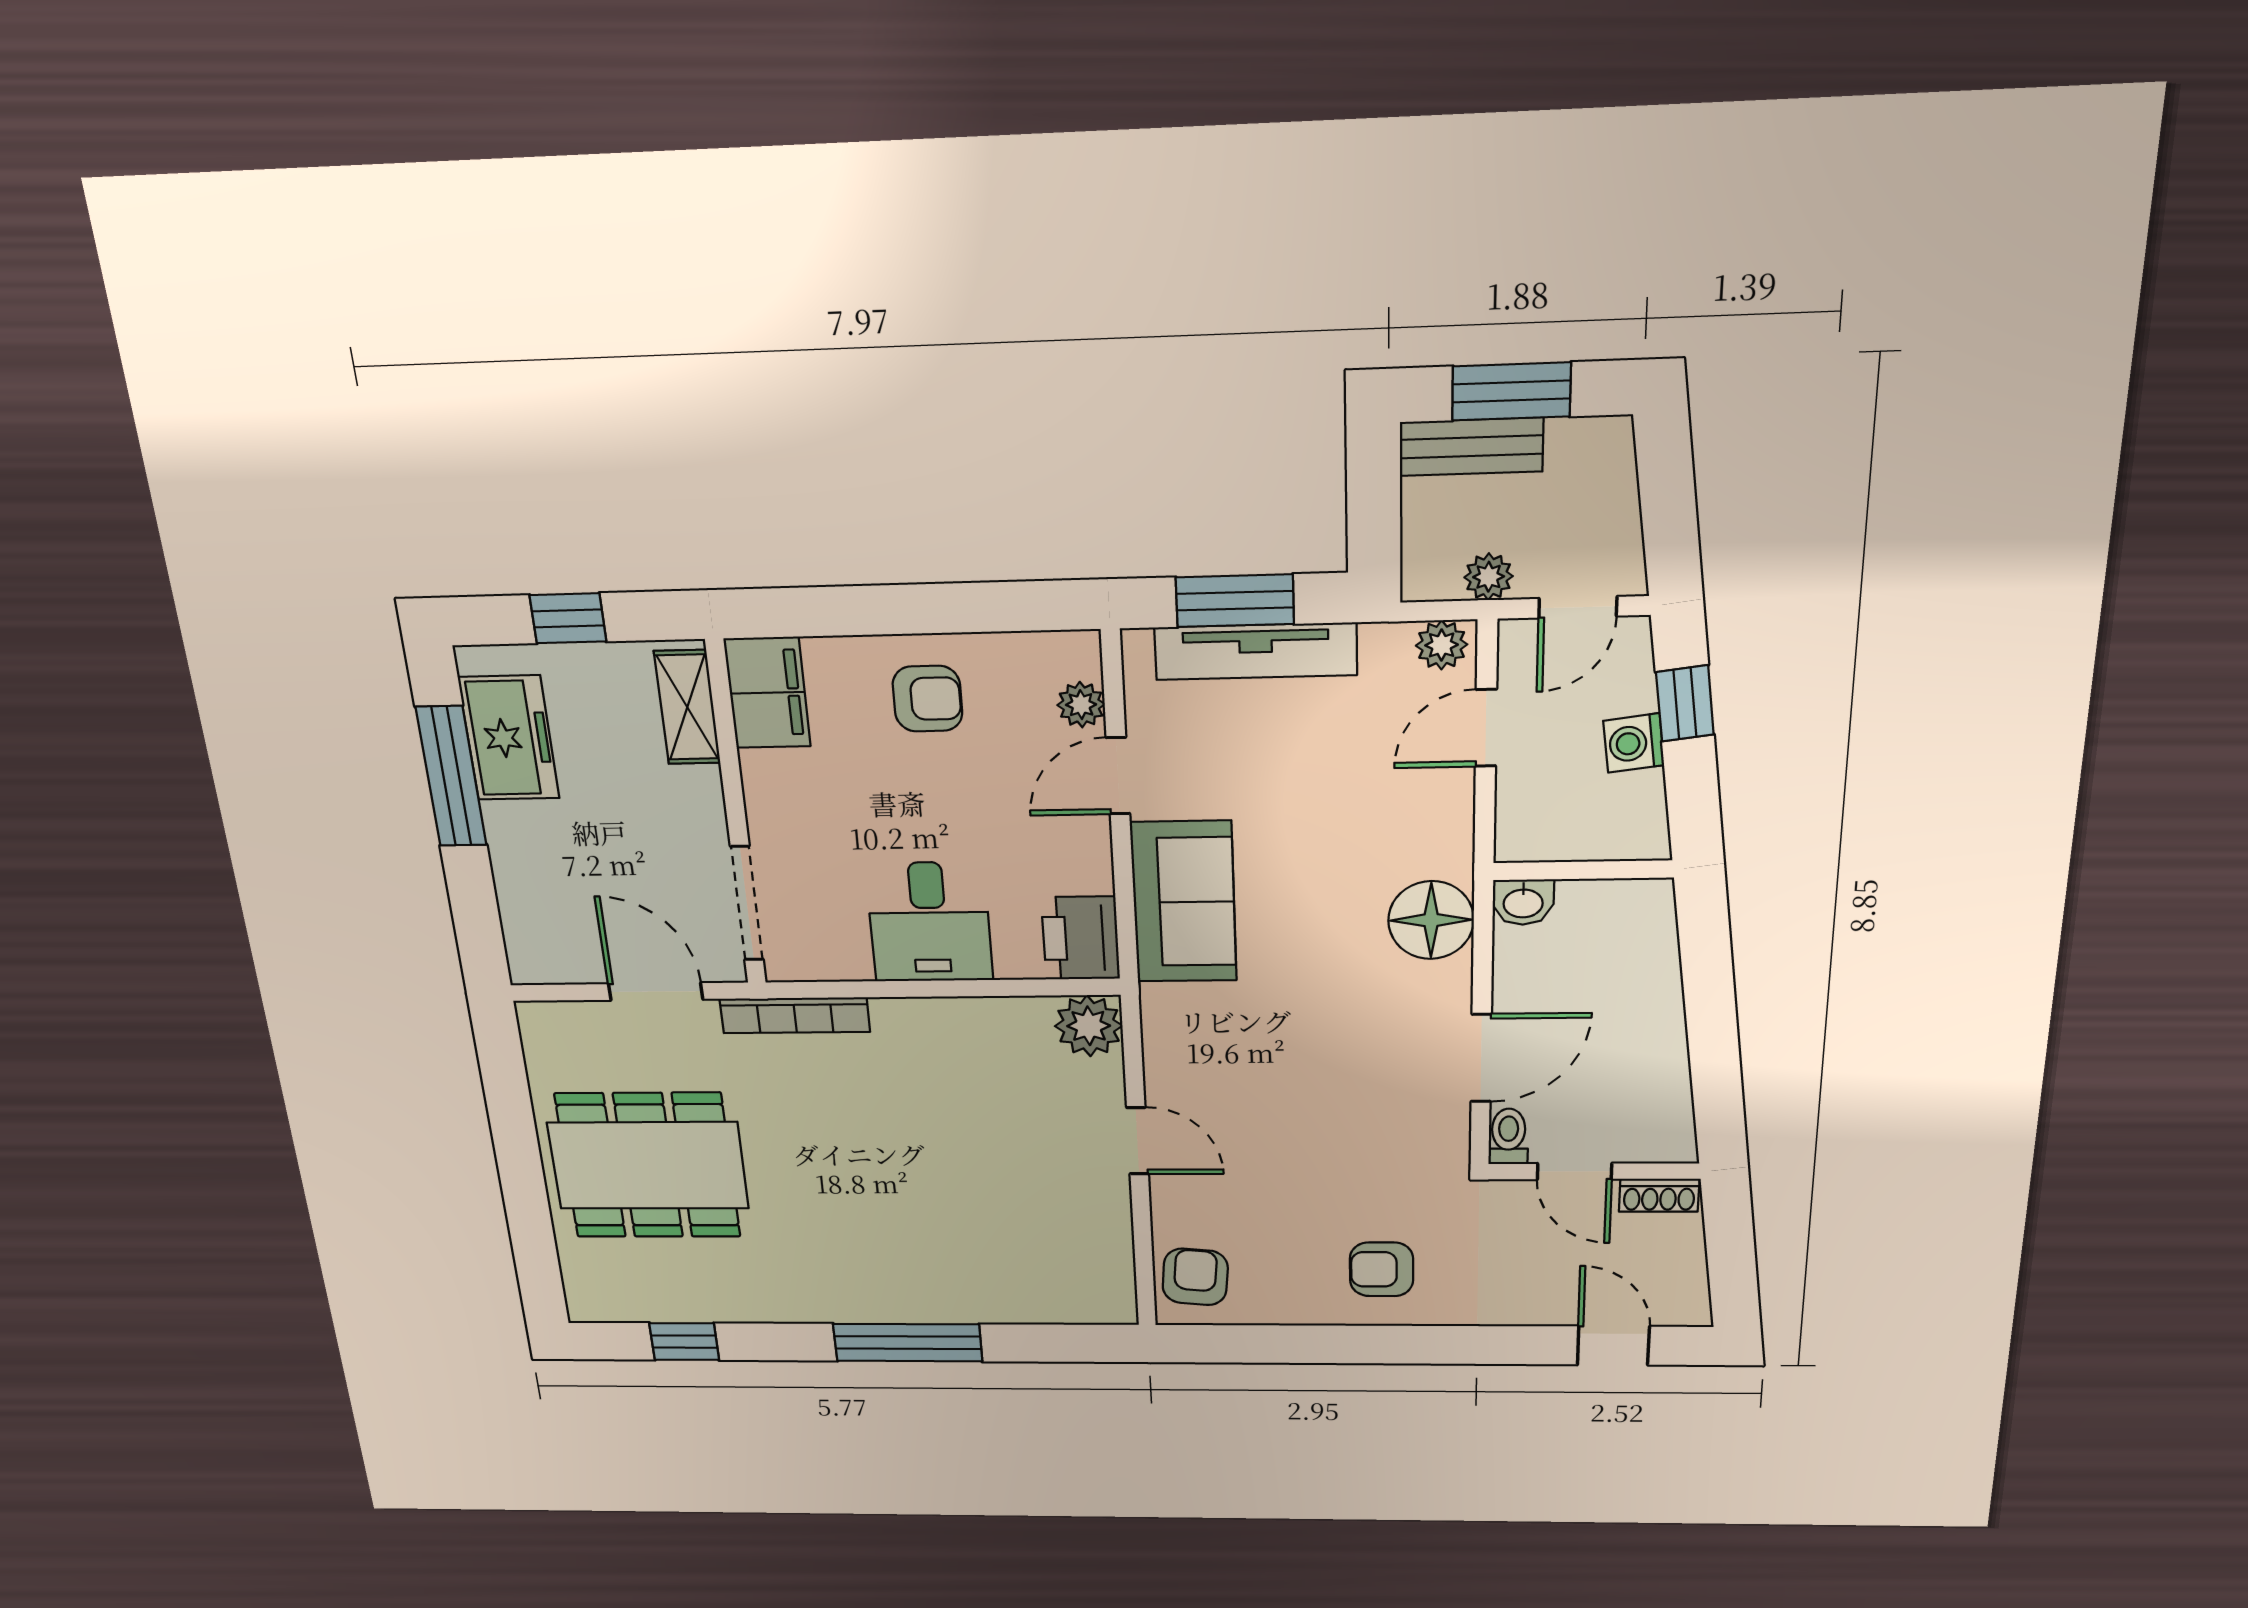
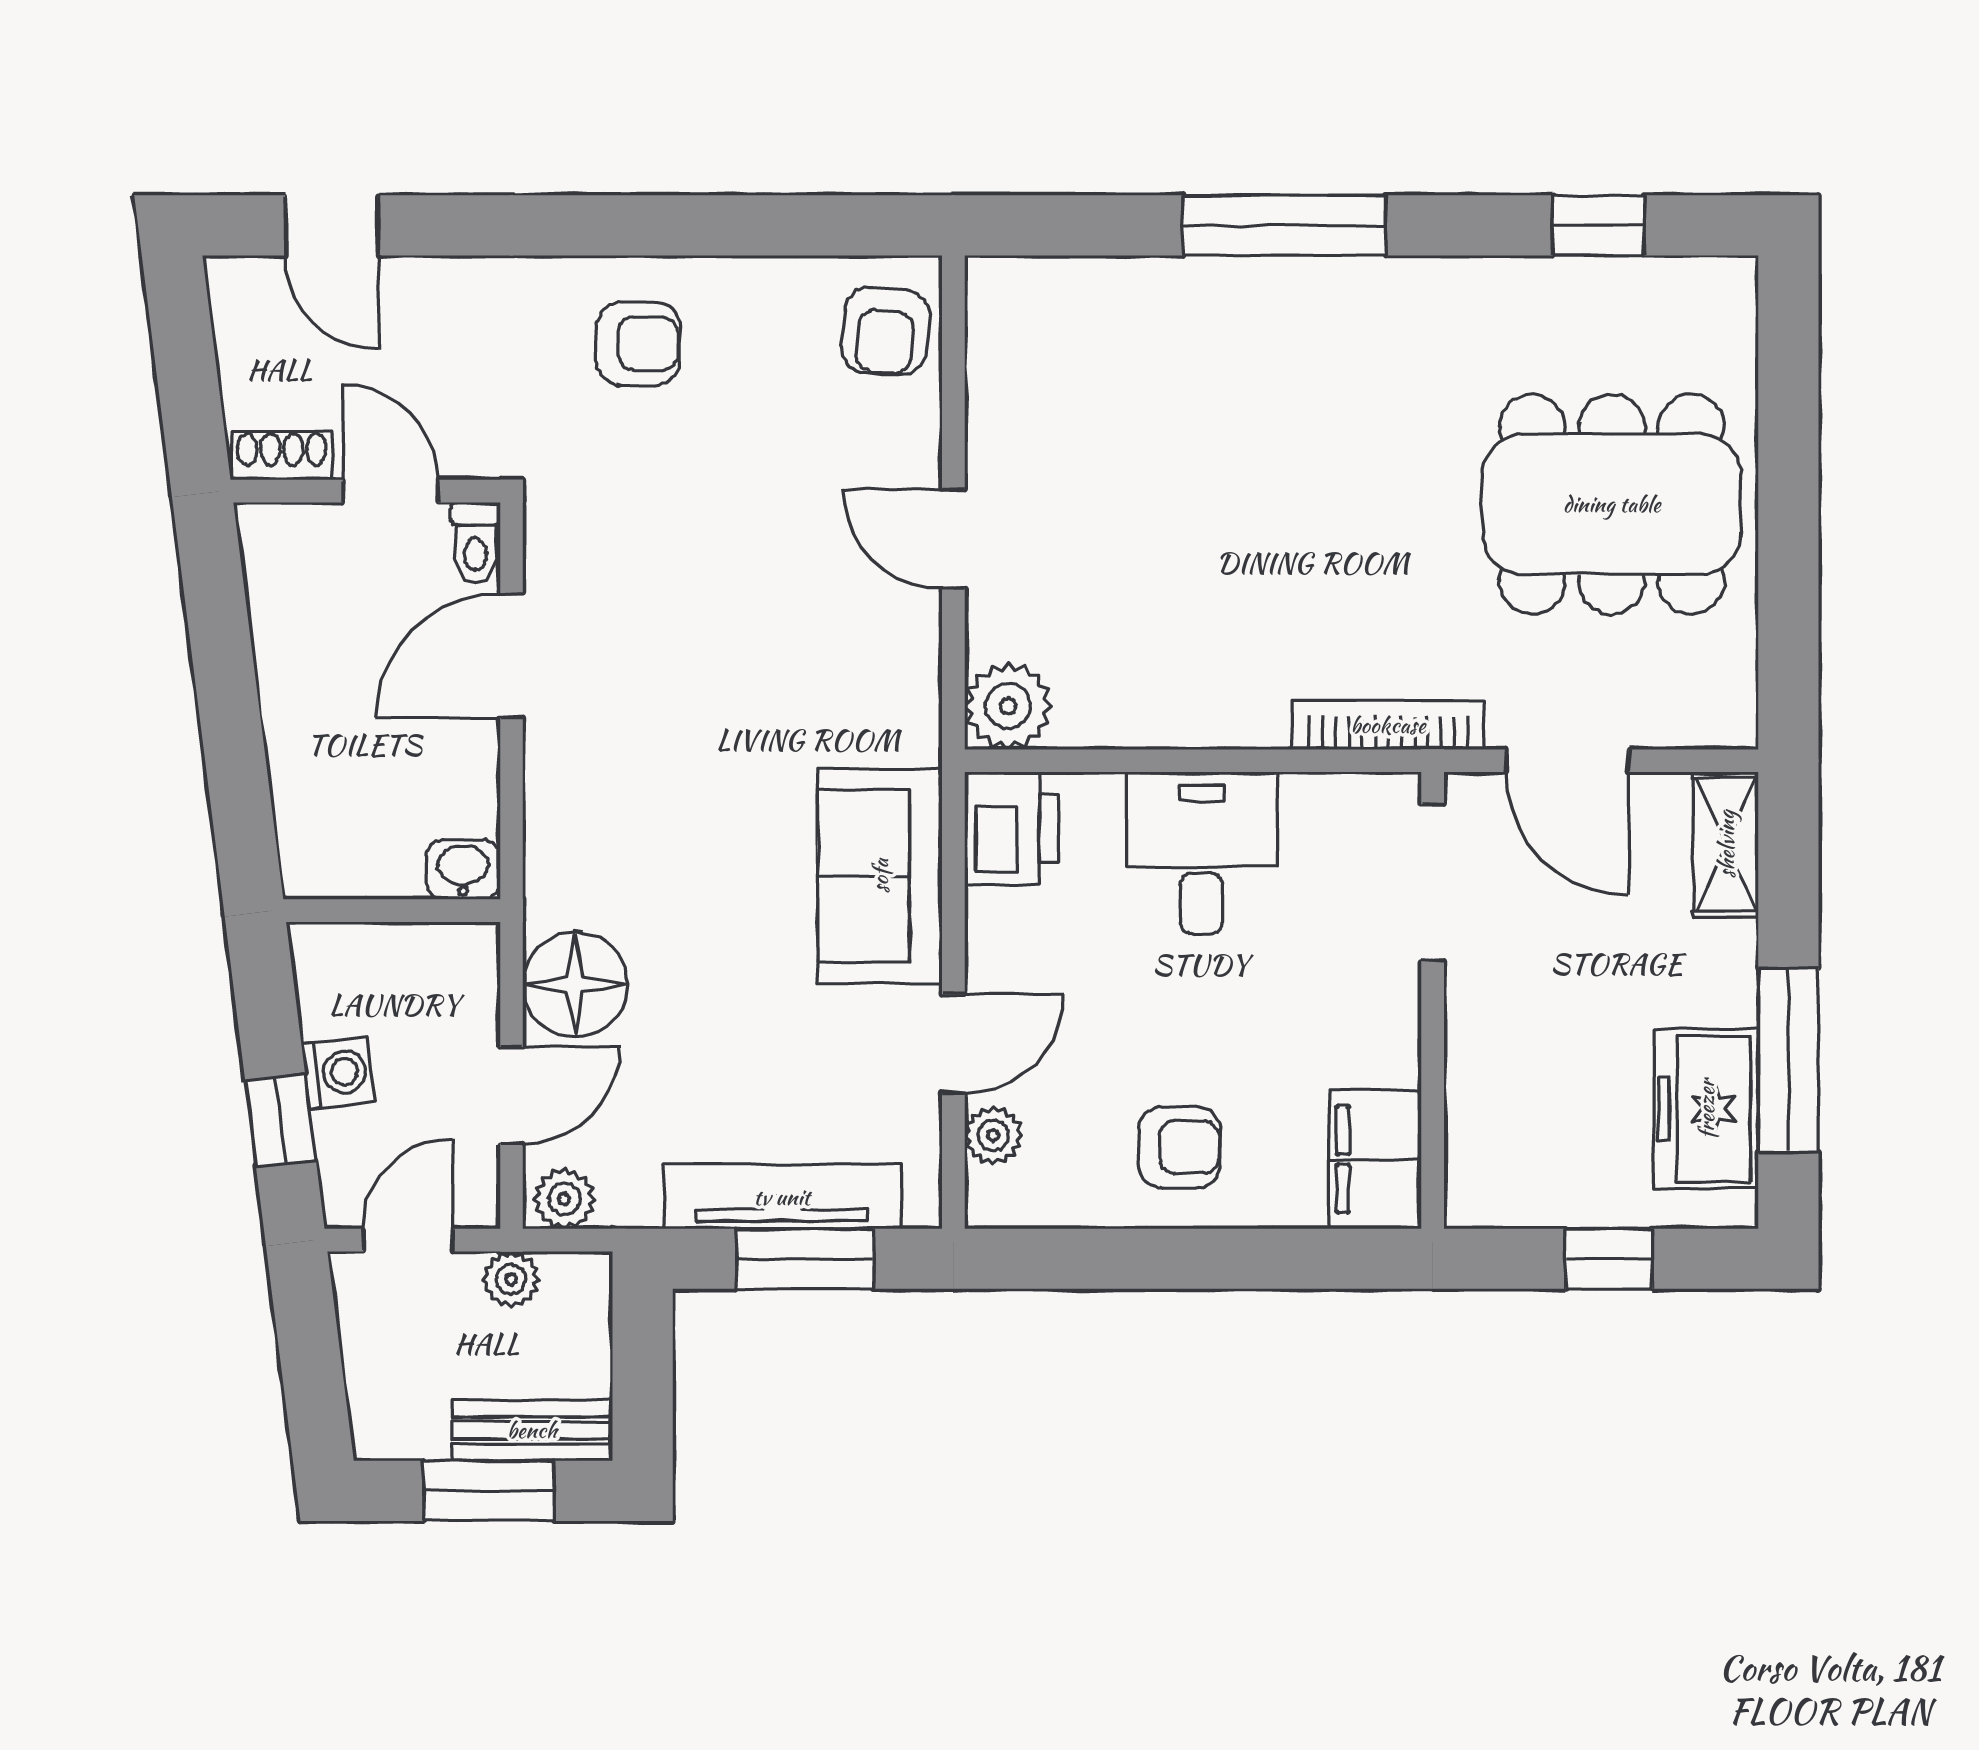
armchair: (928, 699) -> (1179, 1147), turned 180
shelving: (687, 707) -> (1726, 844), moved
floor lamp: (1431, 920) -> (575, 985), moved

